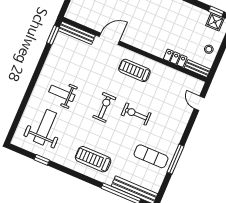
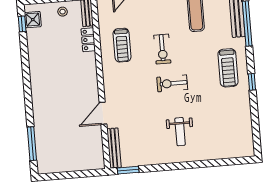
door: (109, 39) -> (103, 113), hinge flipped
treadmill: (134, 70) -> (122, 45), moved
weight bench: (45, 127) -> (222, 131), removed
window: (42, 160) -> (252, 82), moved

